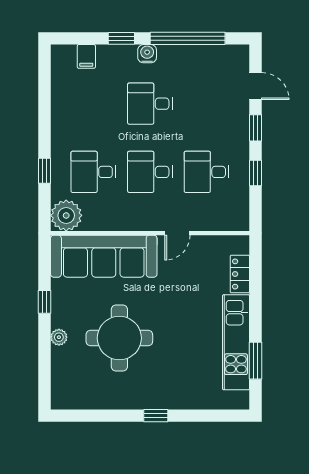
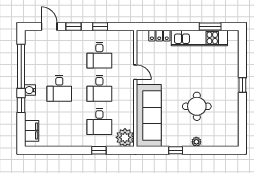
filing cabinet: (86, 56) -> (32, 131), width x2.00
door: (256, 86) -> (49, 26), hinge flipped
round table: (119, 338) -> (197, 106), width x0.73, depth x0.73

